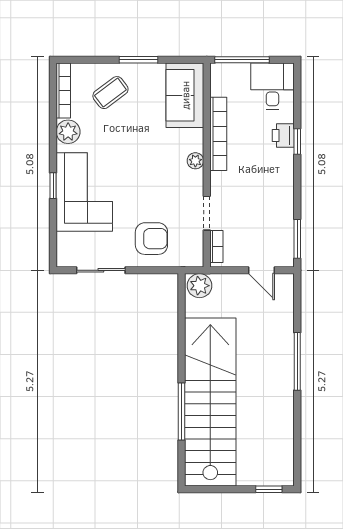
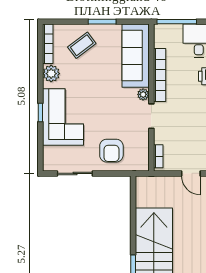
sofa: (185, 95) -> (136, 56), width x1.36
doorway: (207, 213) -> (151, 116), moved
armchair: (151, 239) -> (111, 151), turned 90
plant: (200, 286) -> (146, 185), removed

